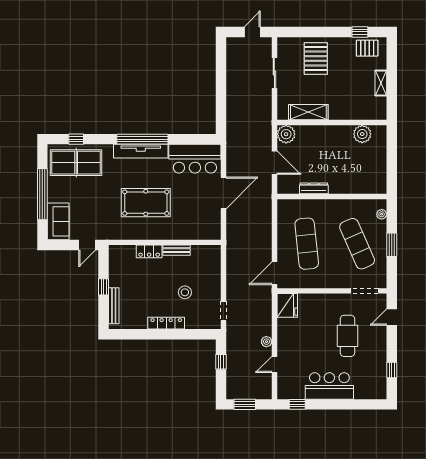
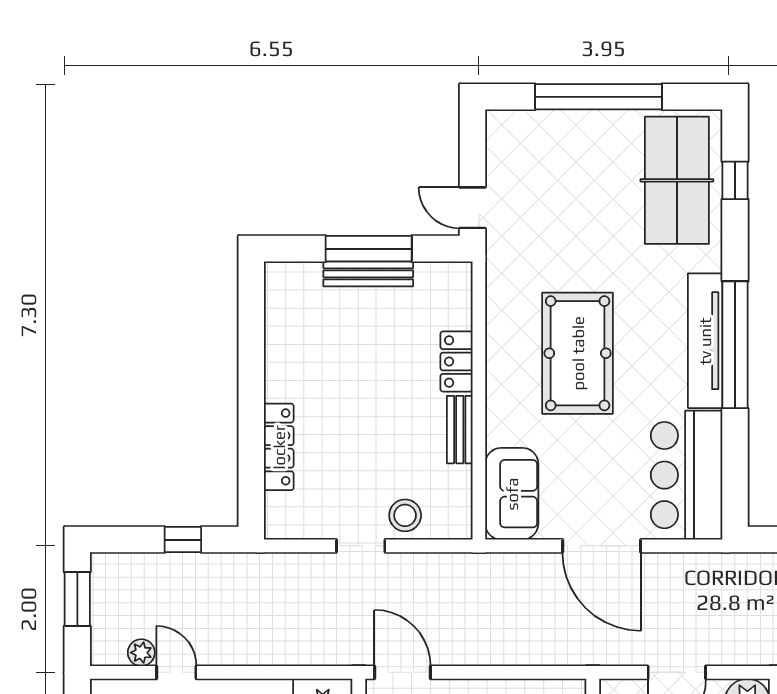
sofa: (58, 221) -> (512, 494), moved, turned -90
window: (104, 287) -> (369, 249), width x2.17
stool: (185, 292) -> (405, 515), moved
bench: (114, 306) -> (368, 274), moved
doorway: (223, 311) -> (361, 546), moved
locker: (166, 323) -> (279, 447), moved
plant: (266, 342) -> (141, 653), moved

